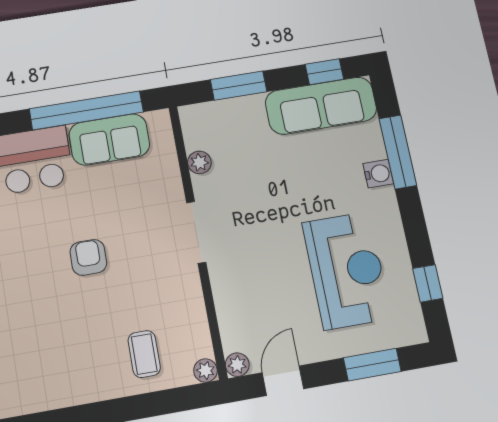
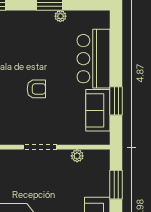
window: (86, 110) -> (116, 101), width x0.47

